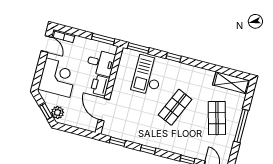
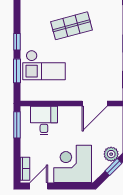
window: (138, 48) -> (17, 71), moved
printer: (100, 85) -> (69, 115), removed
shop shelf: (175, 107) -> (72, 26), turned -39

